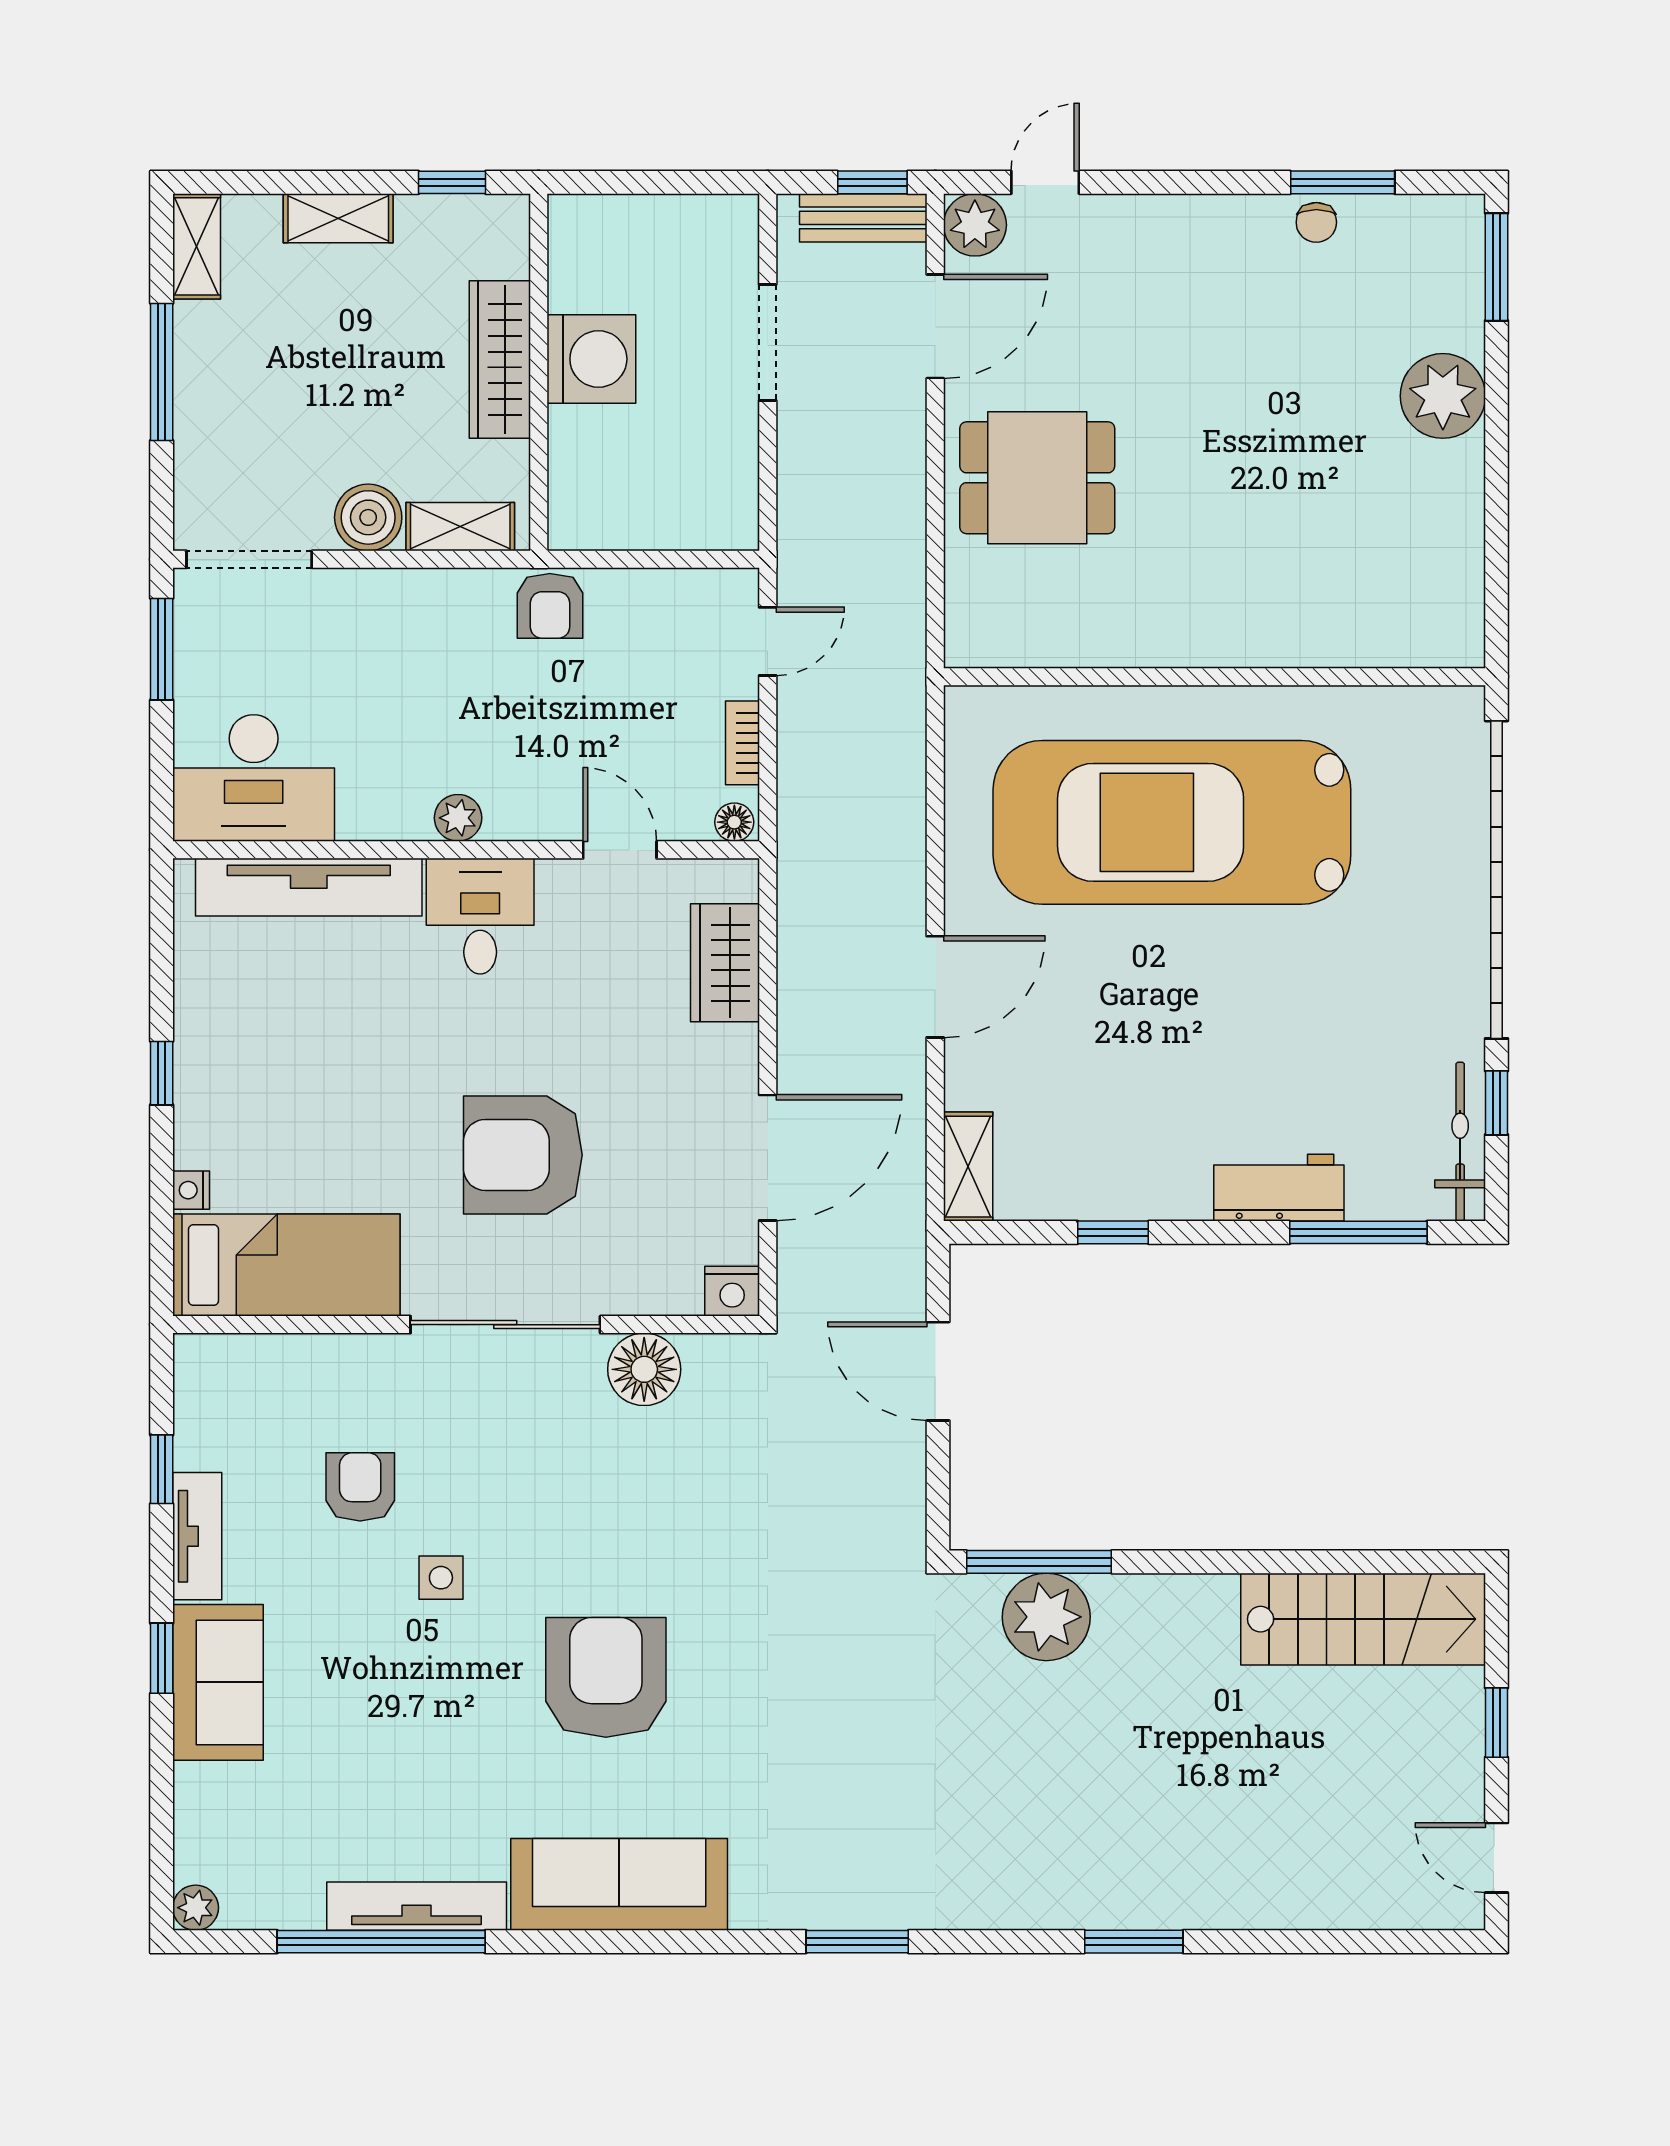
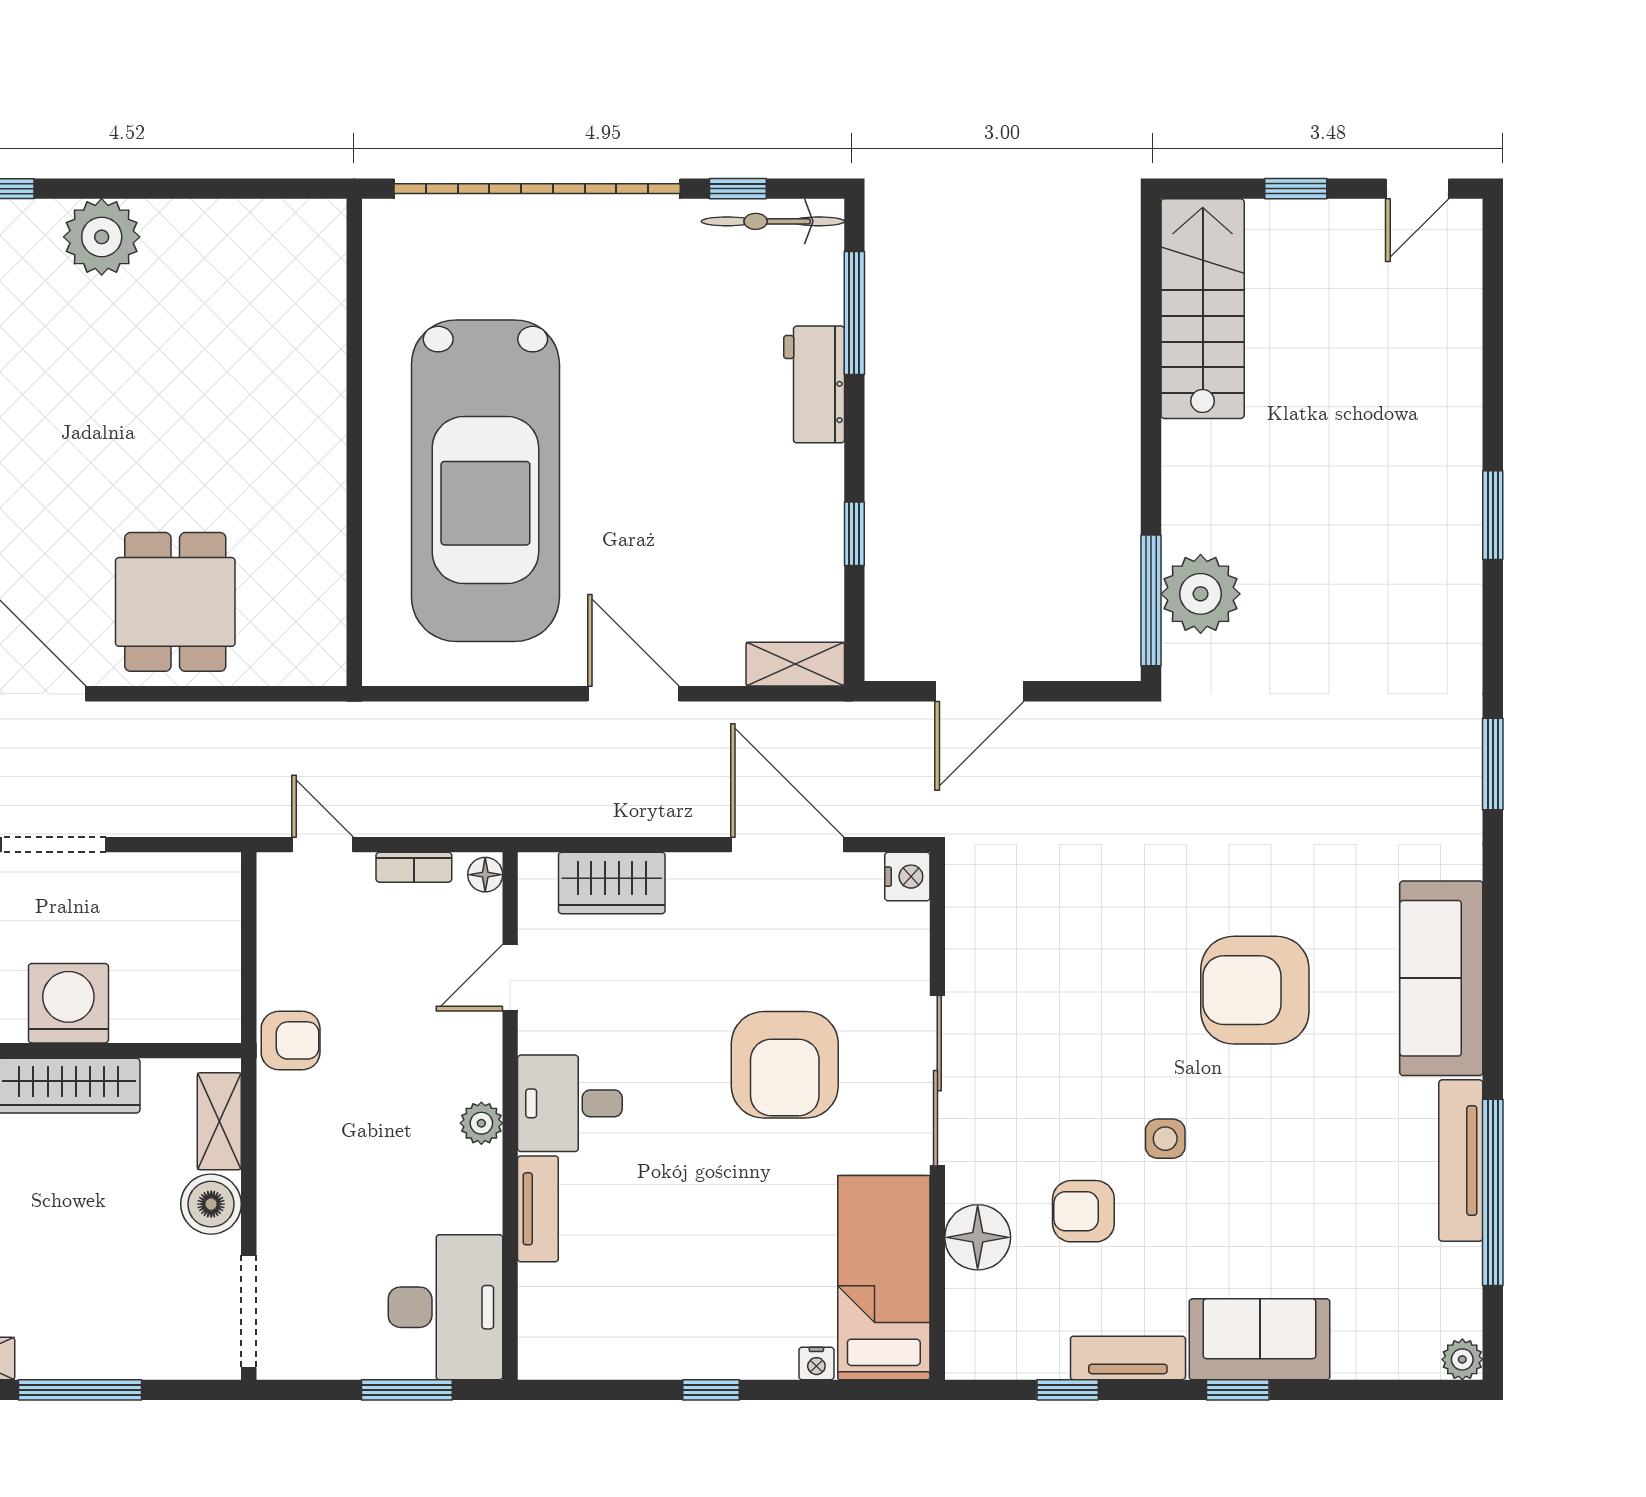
window: (162, 649) -> (407, 1390), moved
tv unit: (309, 887) -> (538, 1209), width x0.52, depth x0.78
floor lamp: (644, 1369) -> (978, 1237), moved

